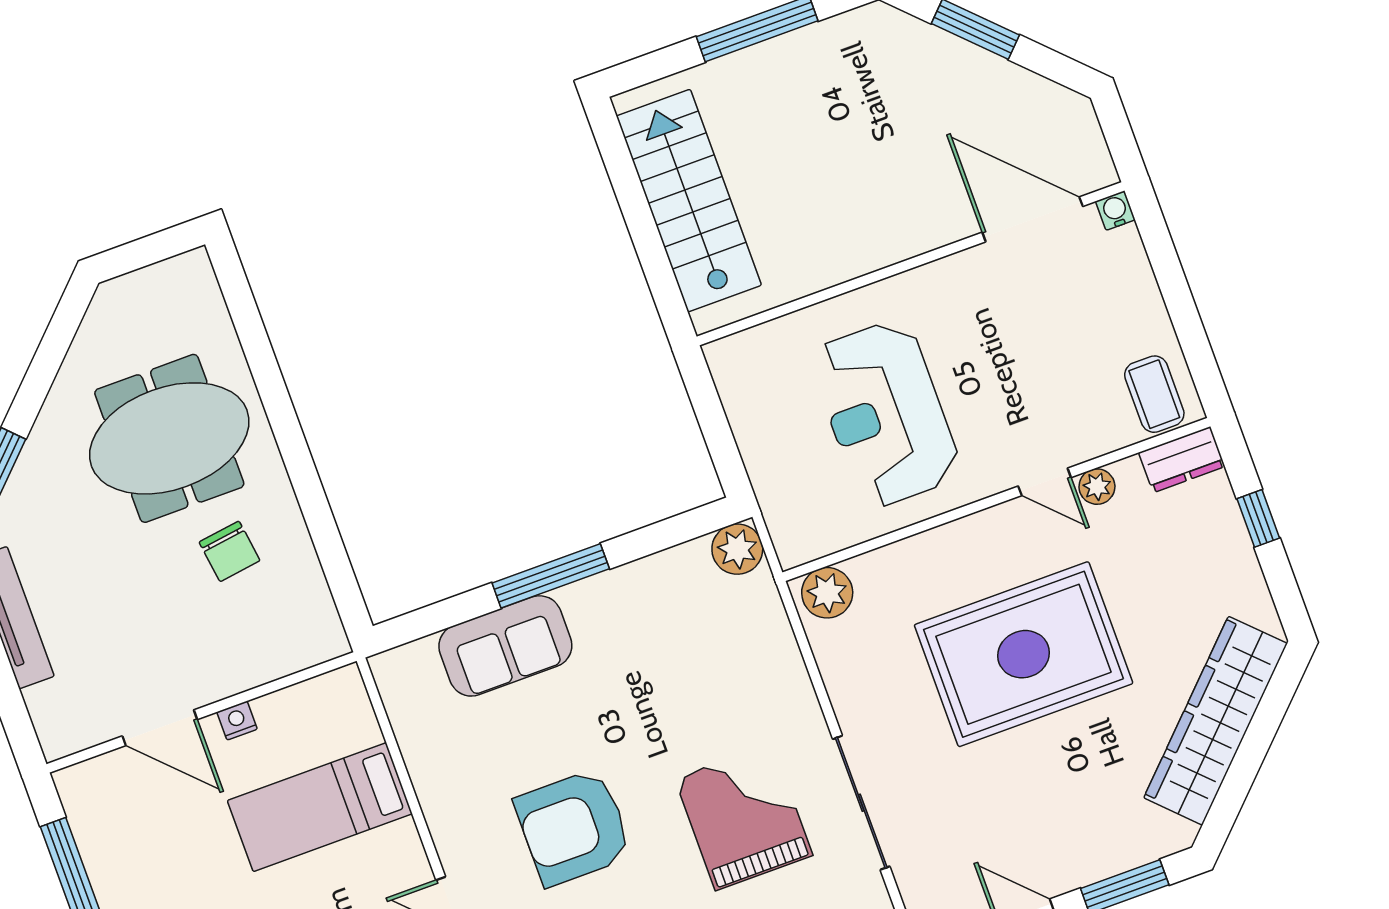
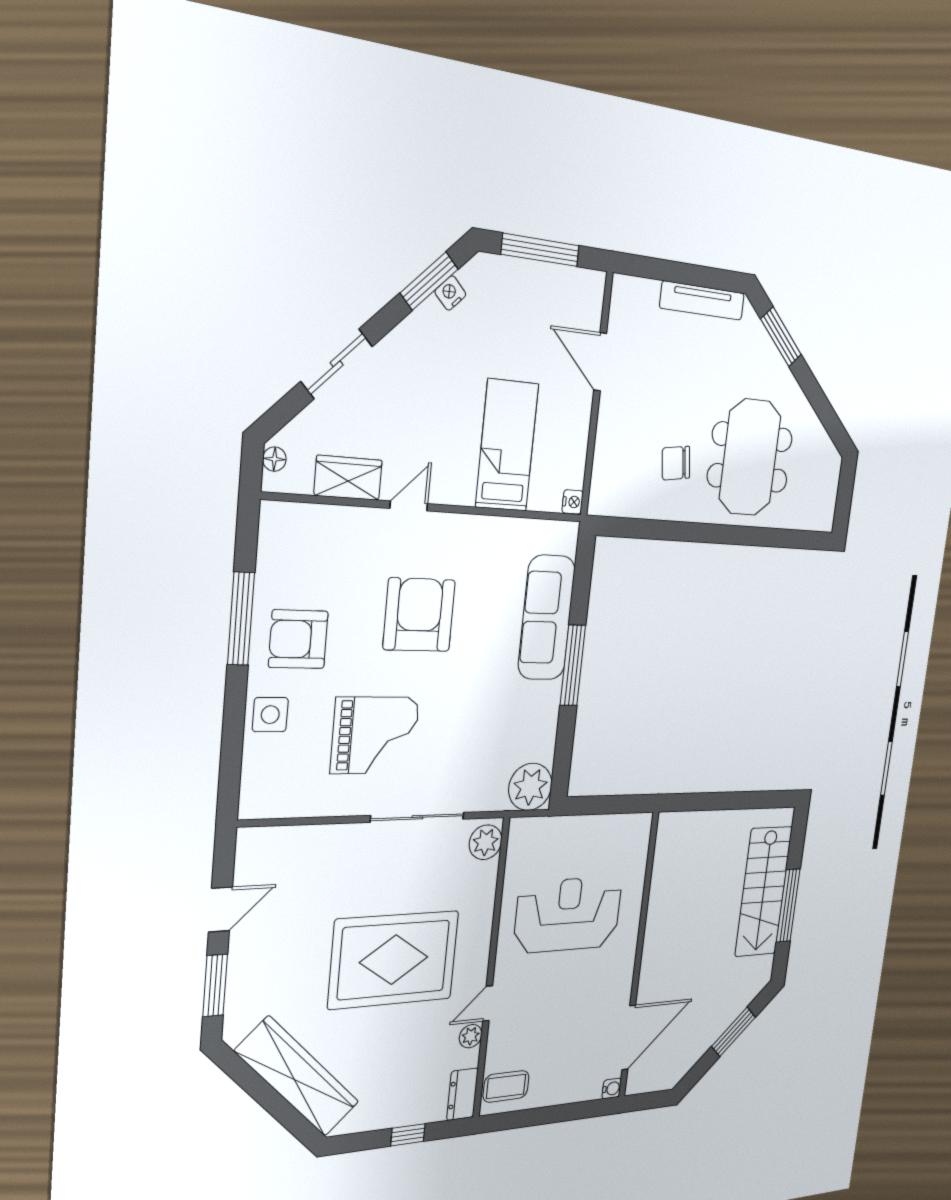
stairs: (689, 201) -> (763, 892), moved, turned 90
plant: (737, 549) -> (530, 787), width x1.36, depth x1.36
sofa: (505, 646) -> (547, 618), width x1.36
rug: (1024, 654) -> (394, 960), turned 90
nightstand: (237, 721) -> (573, 502), moved
door: (160, 728) -> (600, 362), hinge flipped
sliding door: (861, 803) -> (418, 817), moved

